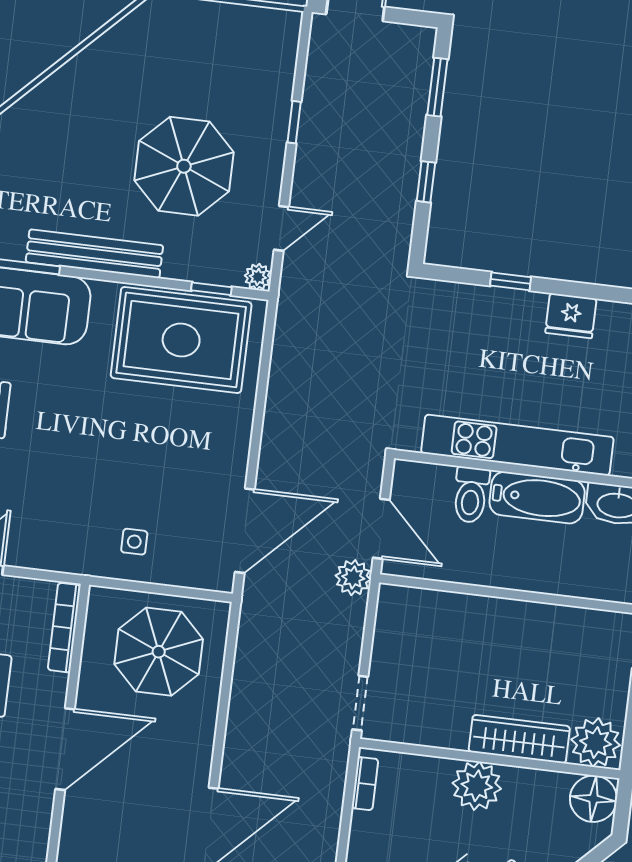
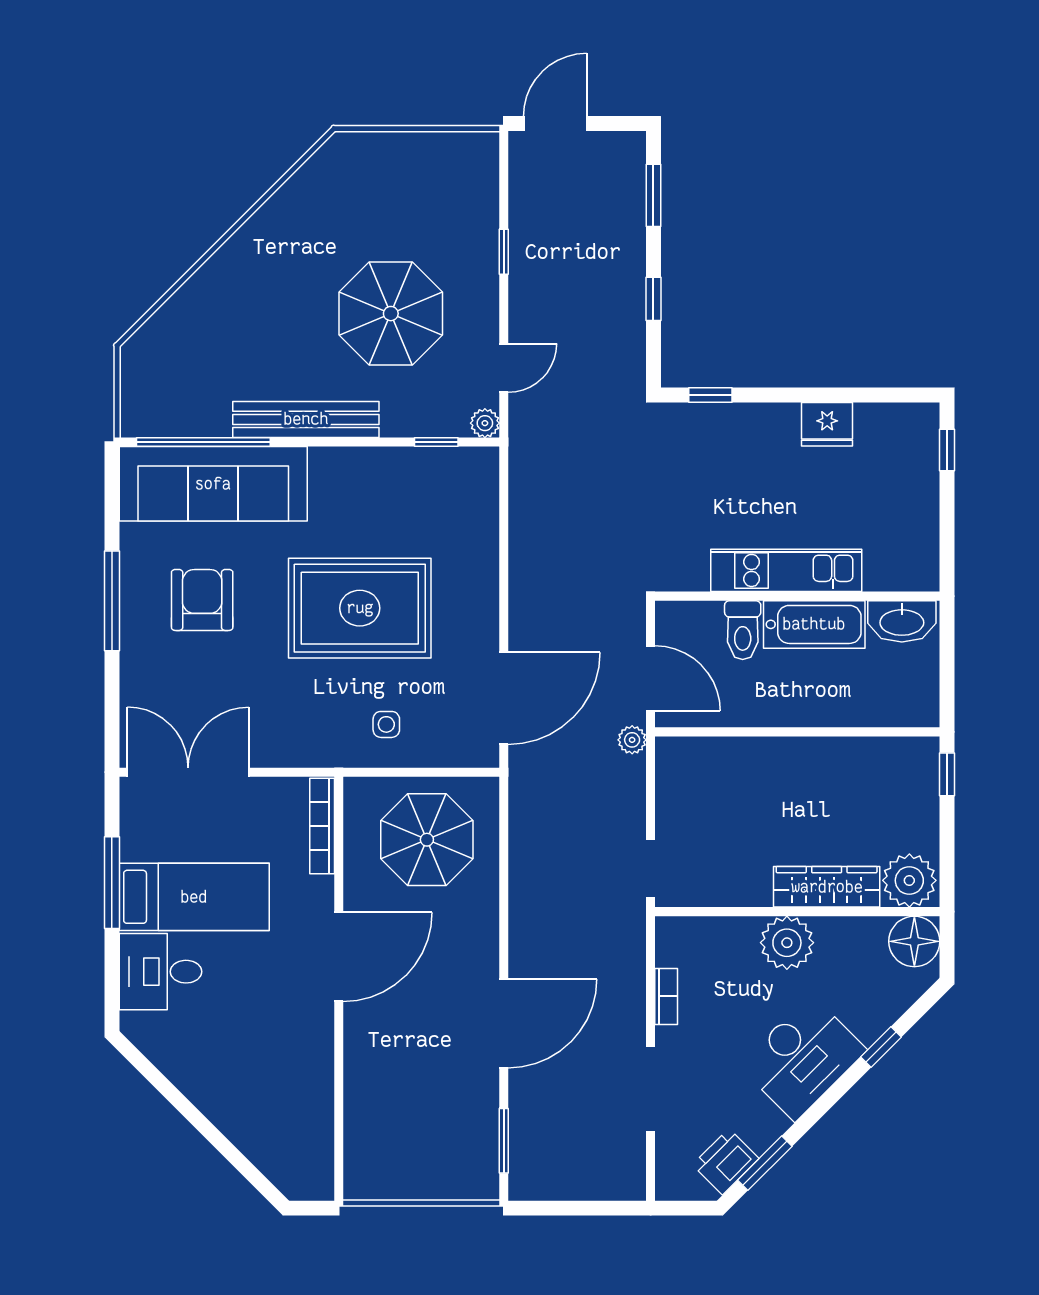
window: (511, 281) -> (710, 395), moved
rug: (181, 340) -> (360, 608), moved
kitchen unit: (517, 445) -> (786, 570), width x0.73
plant: (353, 578) -> (632, 740), width x0.73, depth x0.73
bookcase: (365, 784) -> (666, 996), moved

